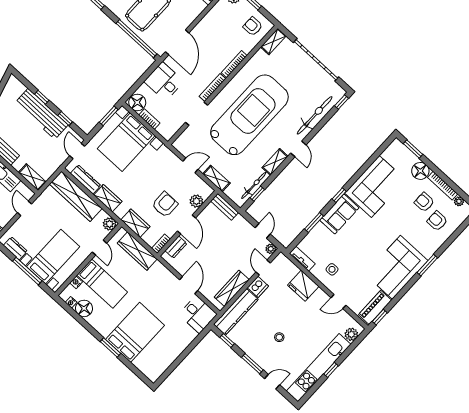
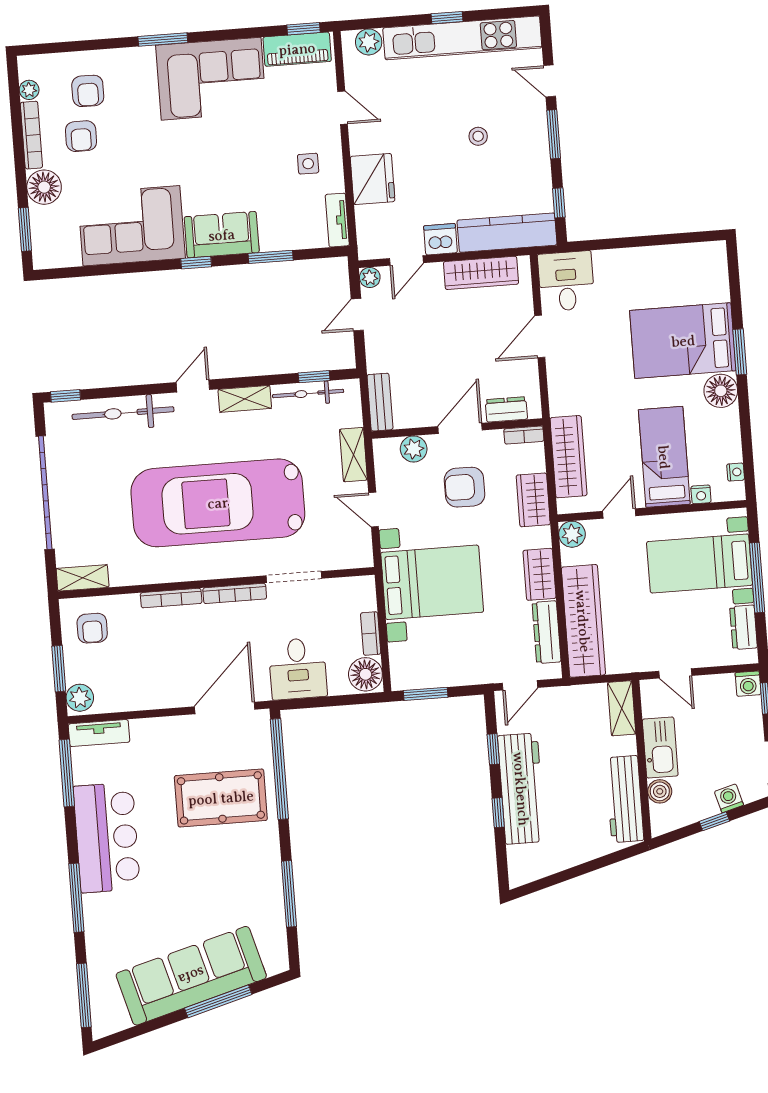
bed with nightstands: (126, 142) -> (432, 582), moved
door: (25, 208) -> (675, 673), hinge flipped
floor lamp: (84, 308) -> (721, 391), moved

